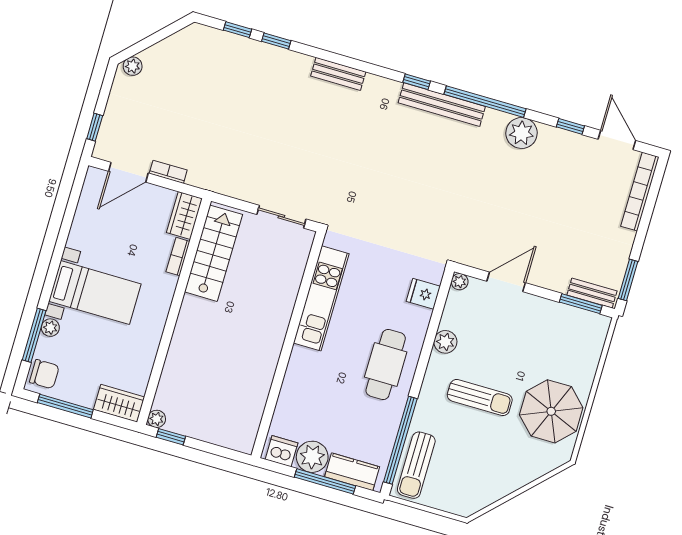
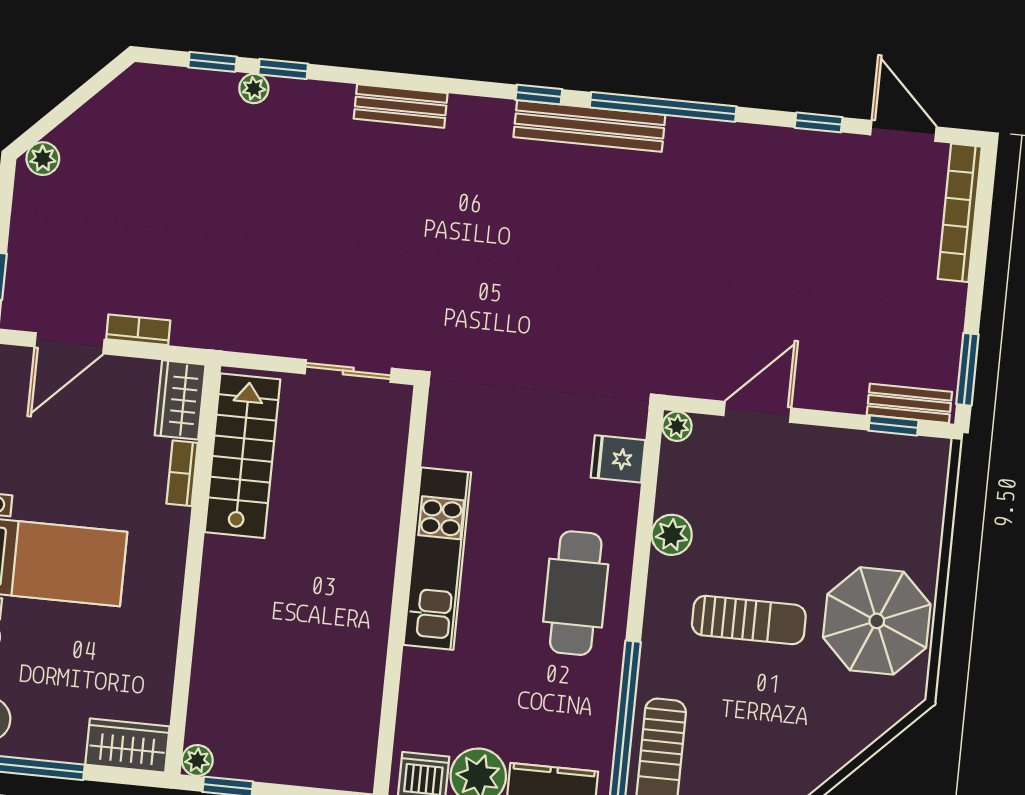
plant: (522, 133) -> (254, 88), moved, width x0.53, depth x0.53
kitchen unit: (321, 298) -> (437, 559), moved
window: (581, 304) -> (893, 425), width x0.67

